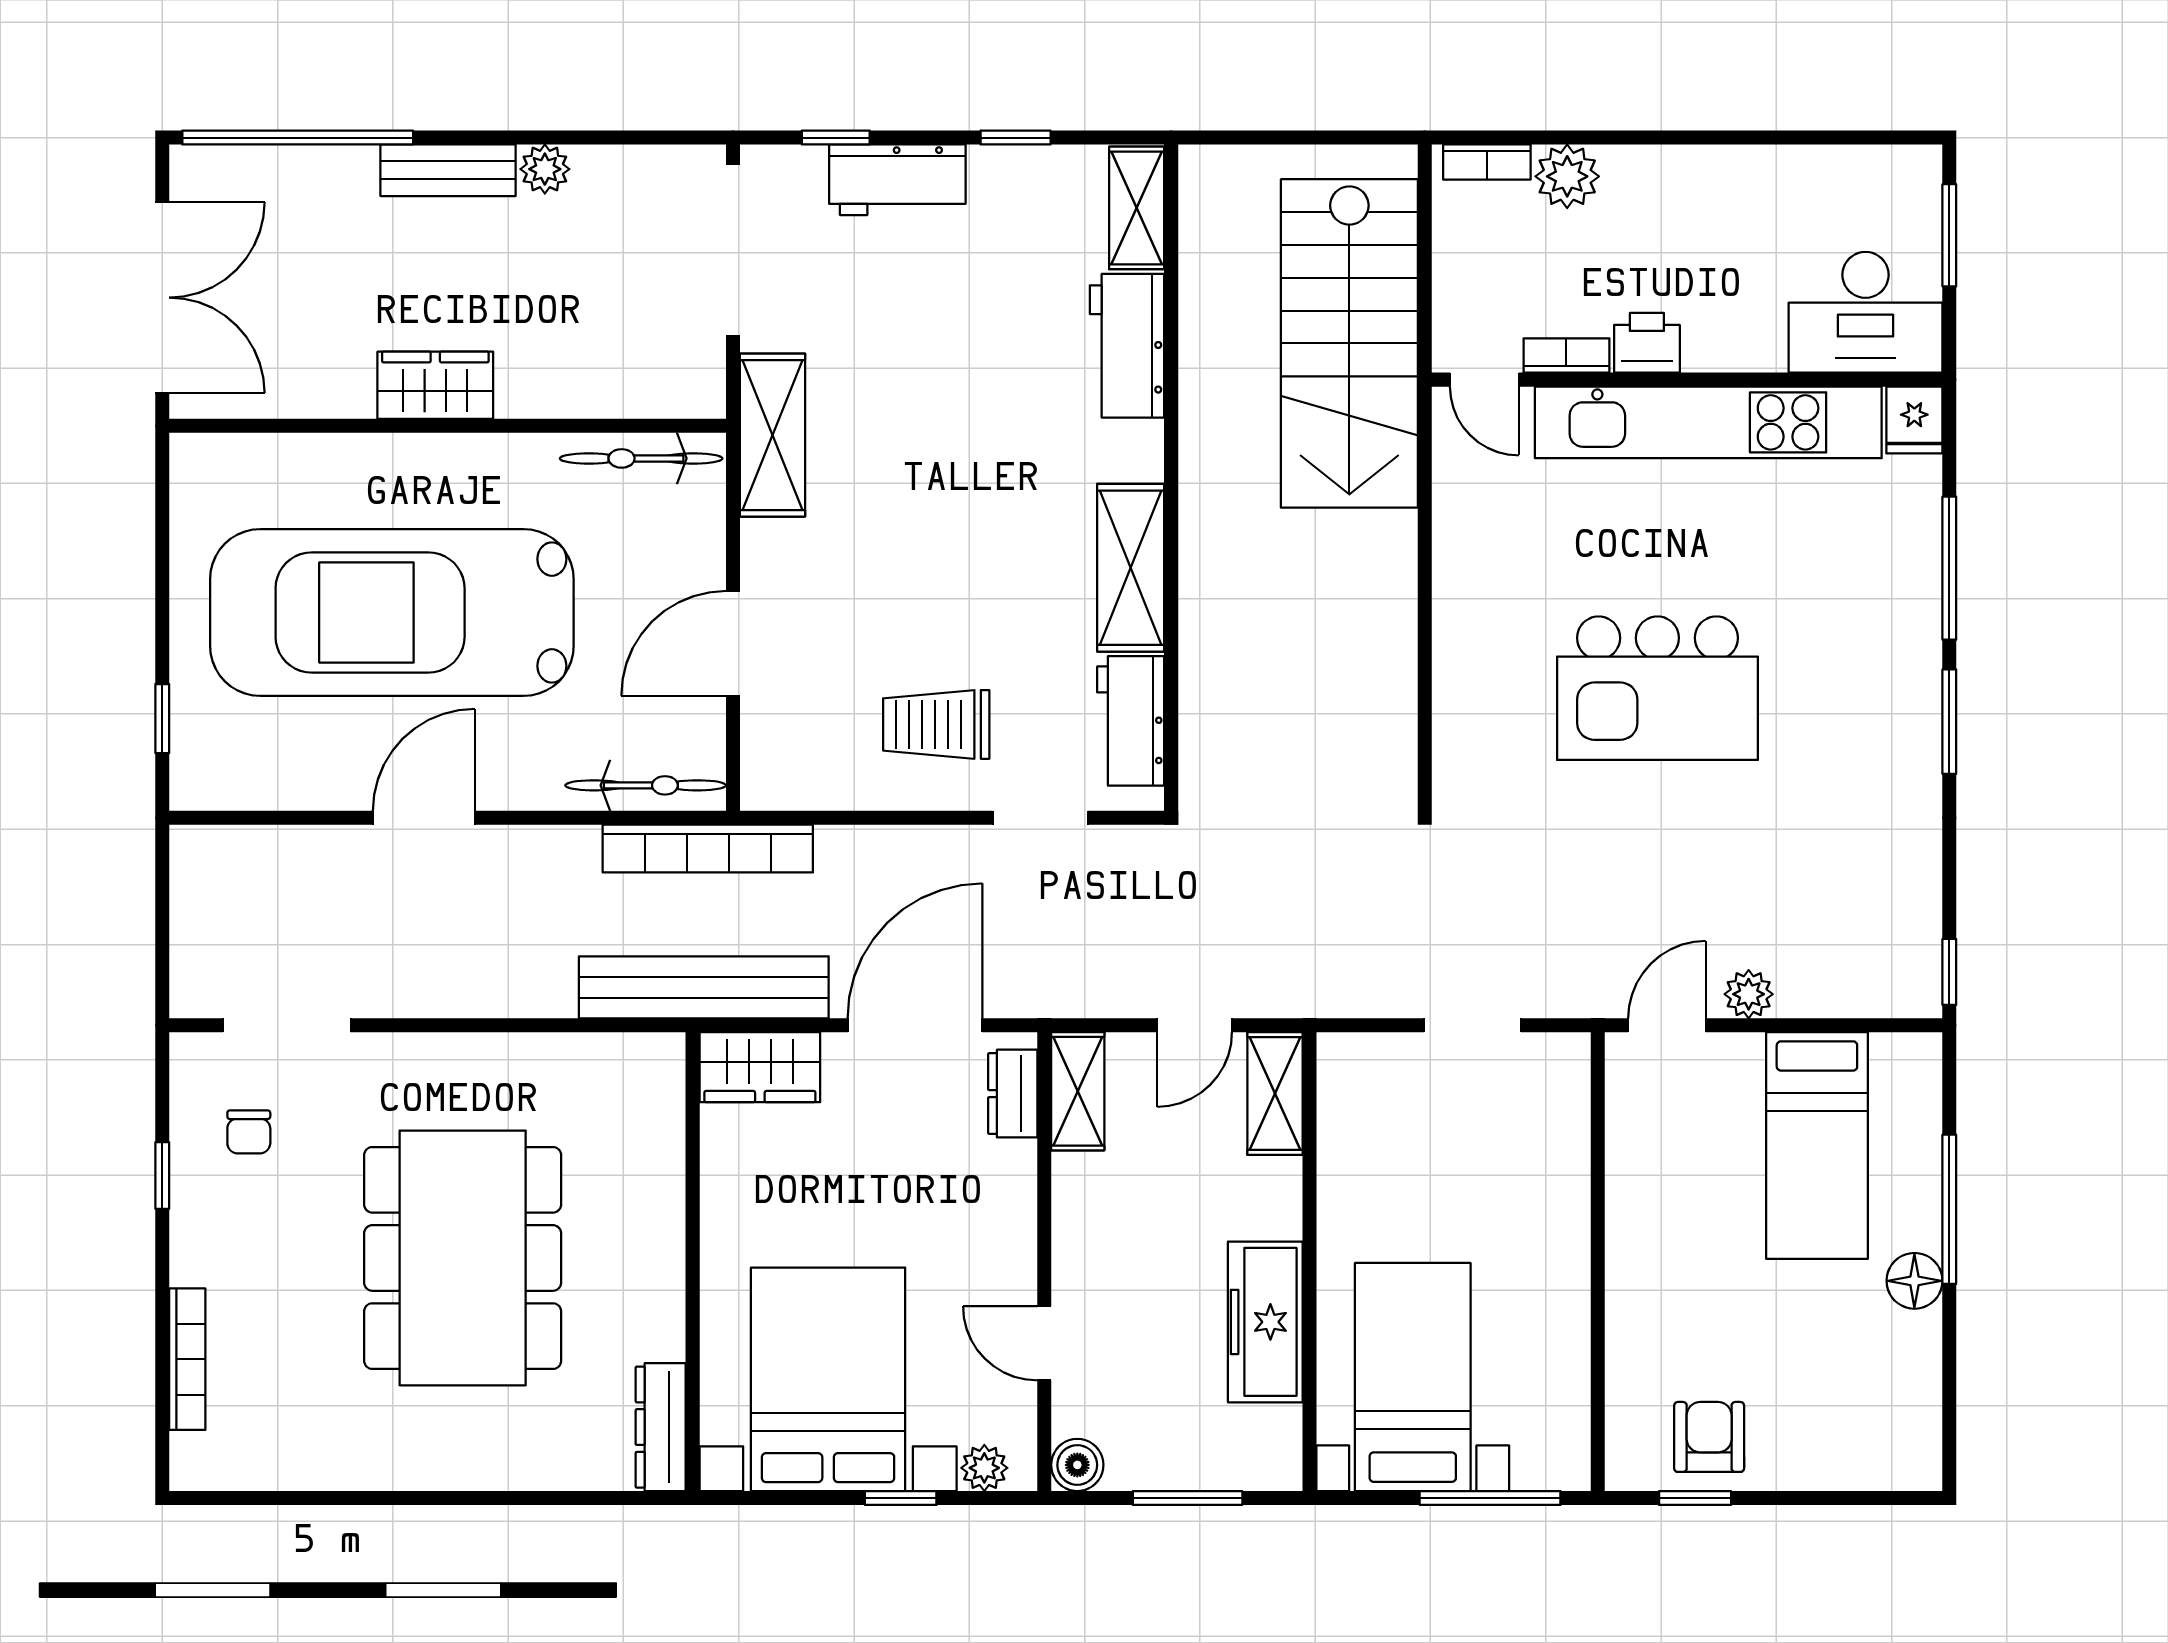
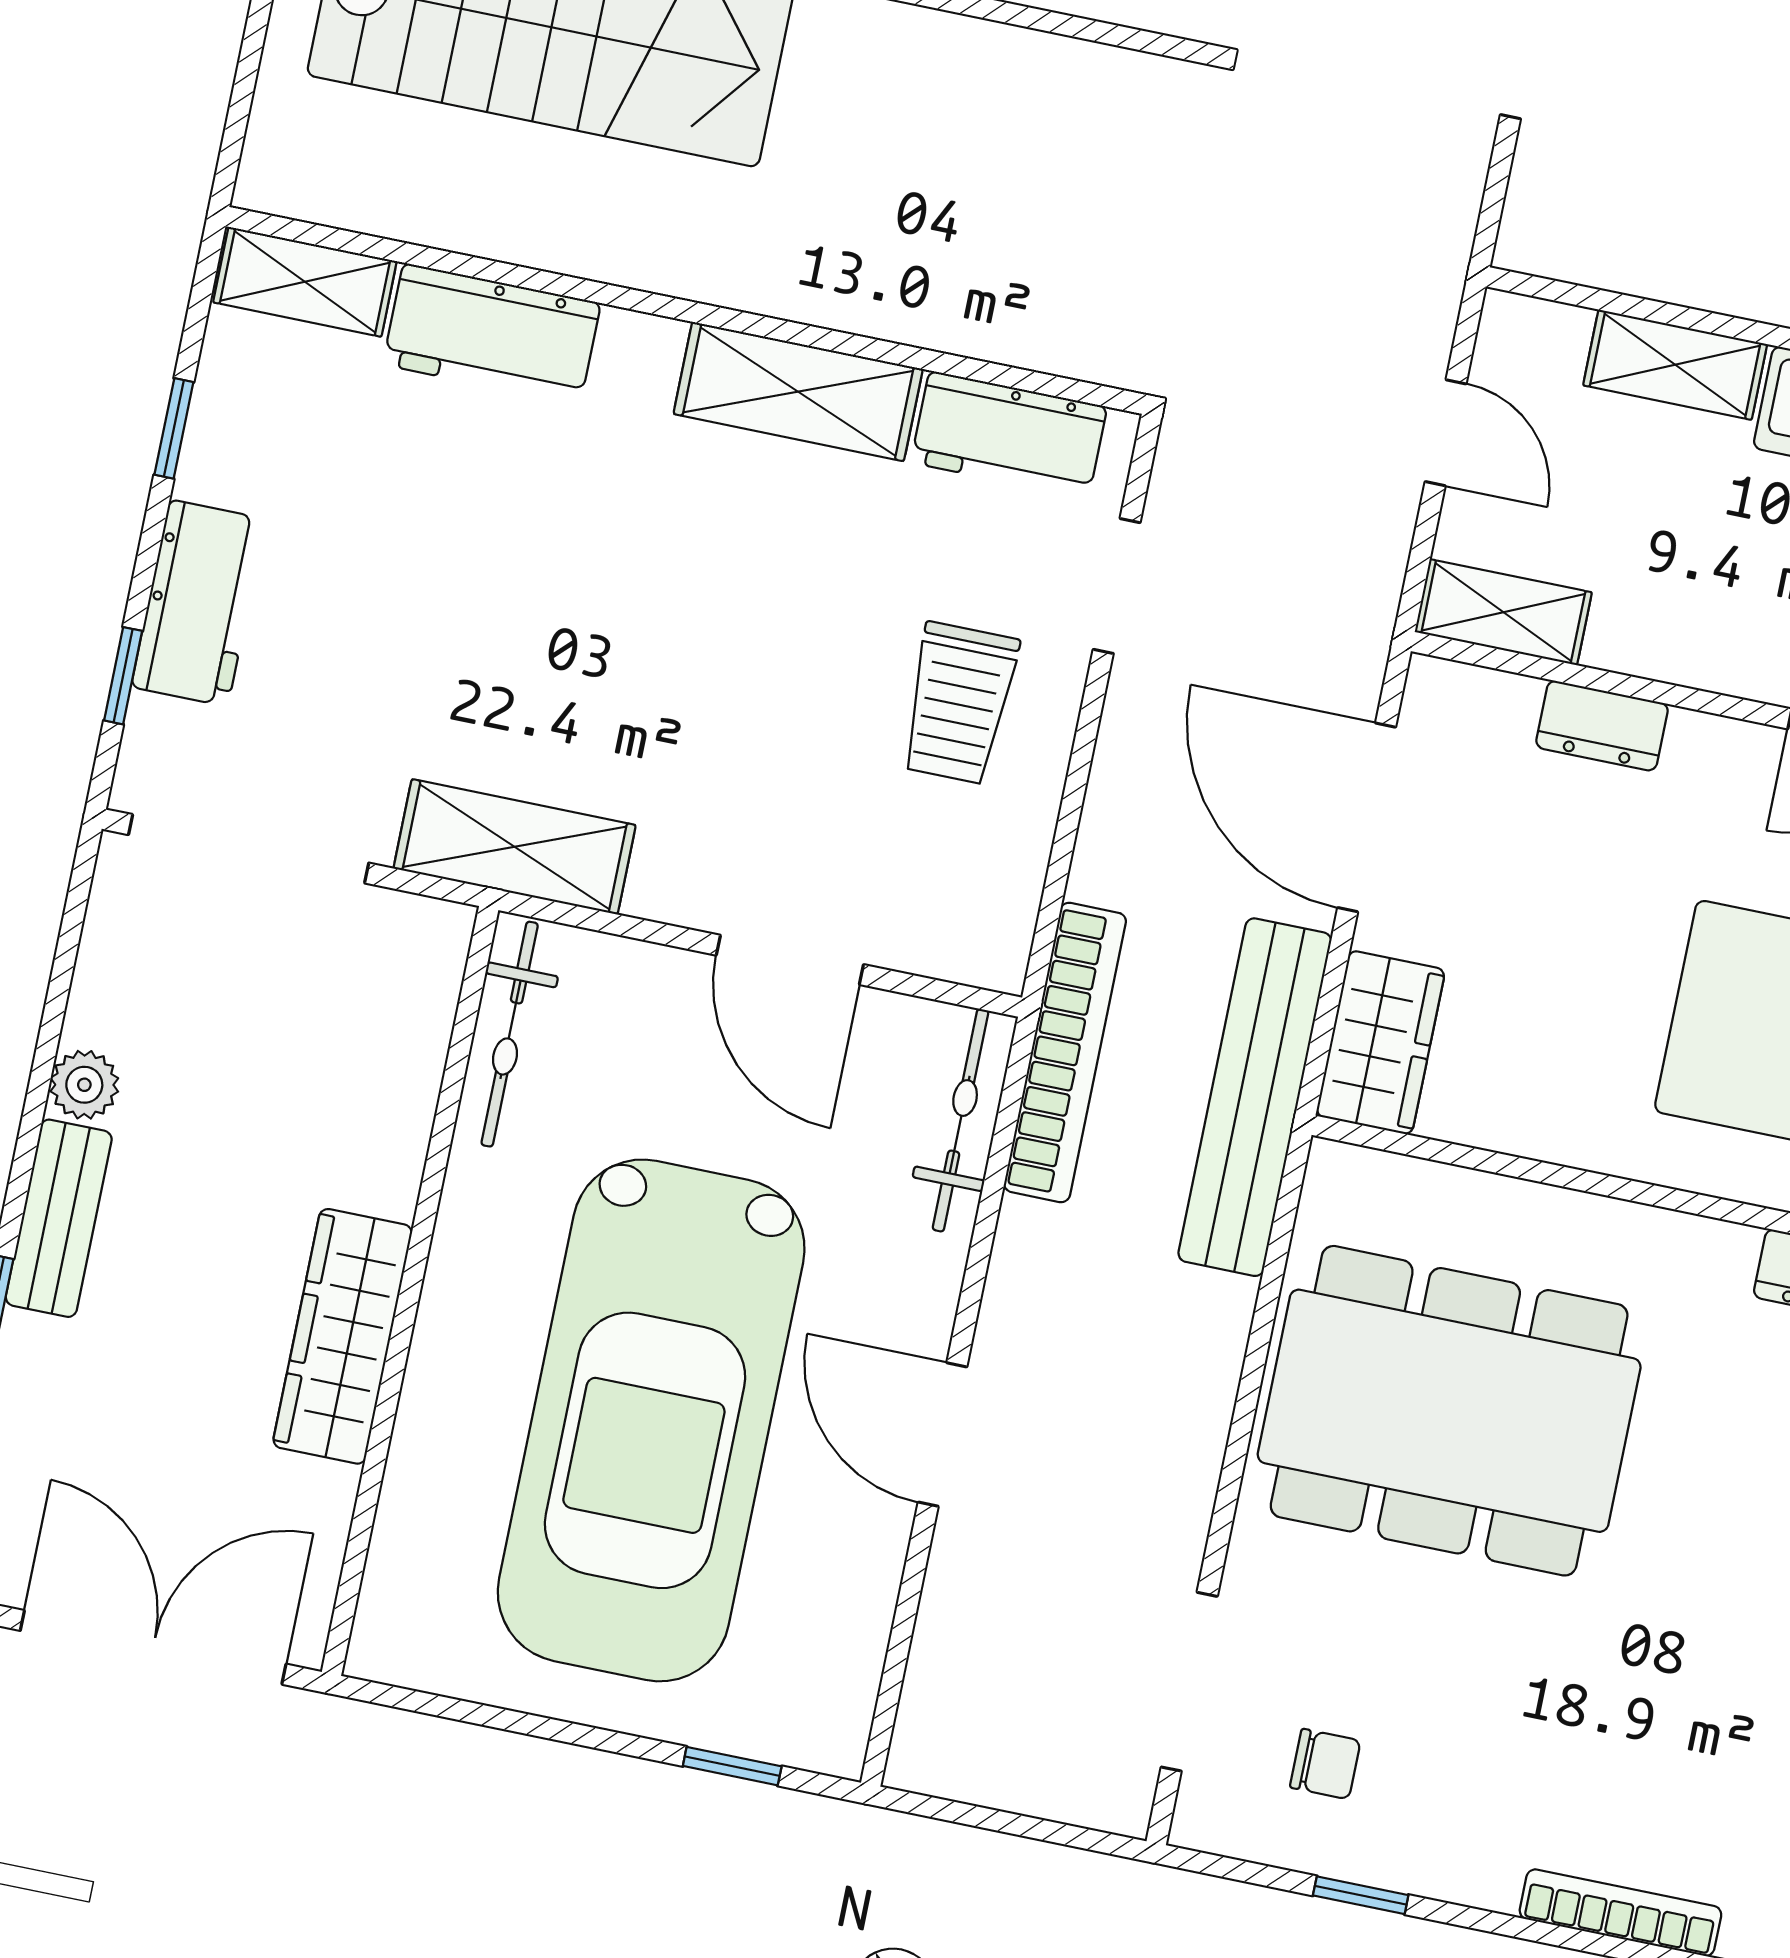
wardrobe: (435, 385) -> (343, 1336), width x1.50
dresser: (1013, 1094) -> (1602, 726), moved
shelving: (1275, 1094) -> (1675, 365), moved
dining table: (463, 1258) -> (1449, 1411), moved

